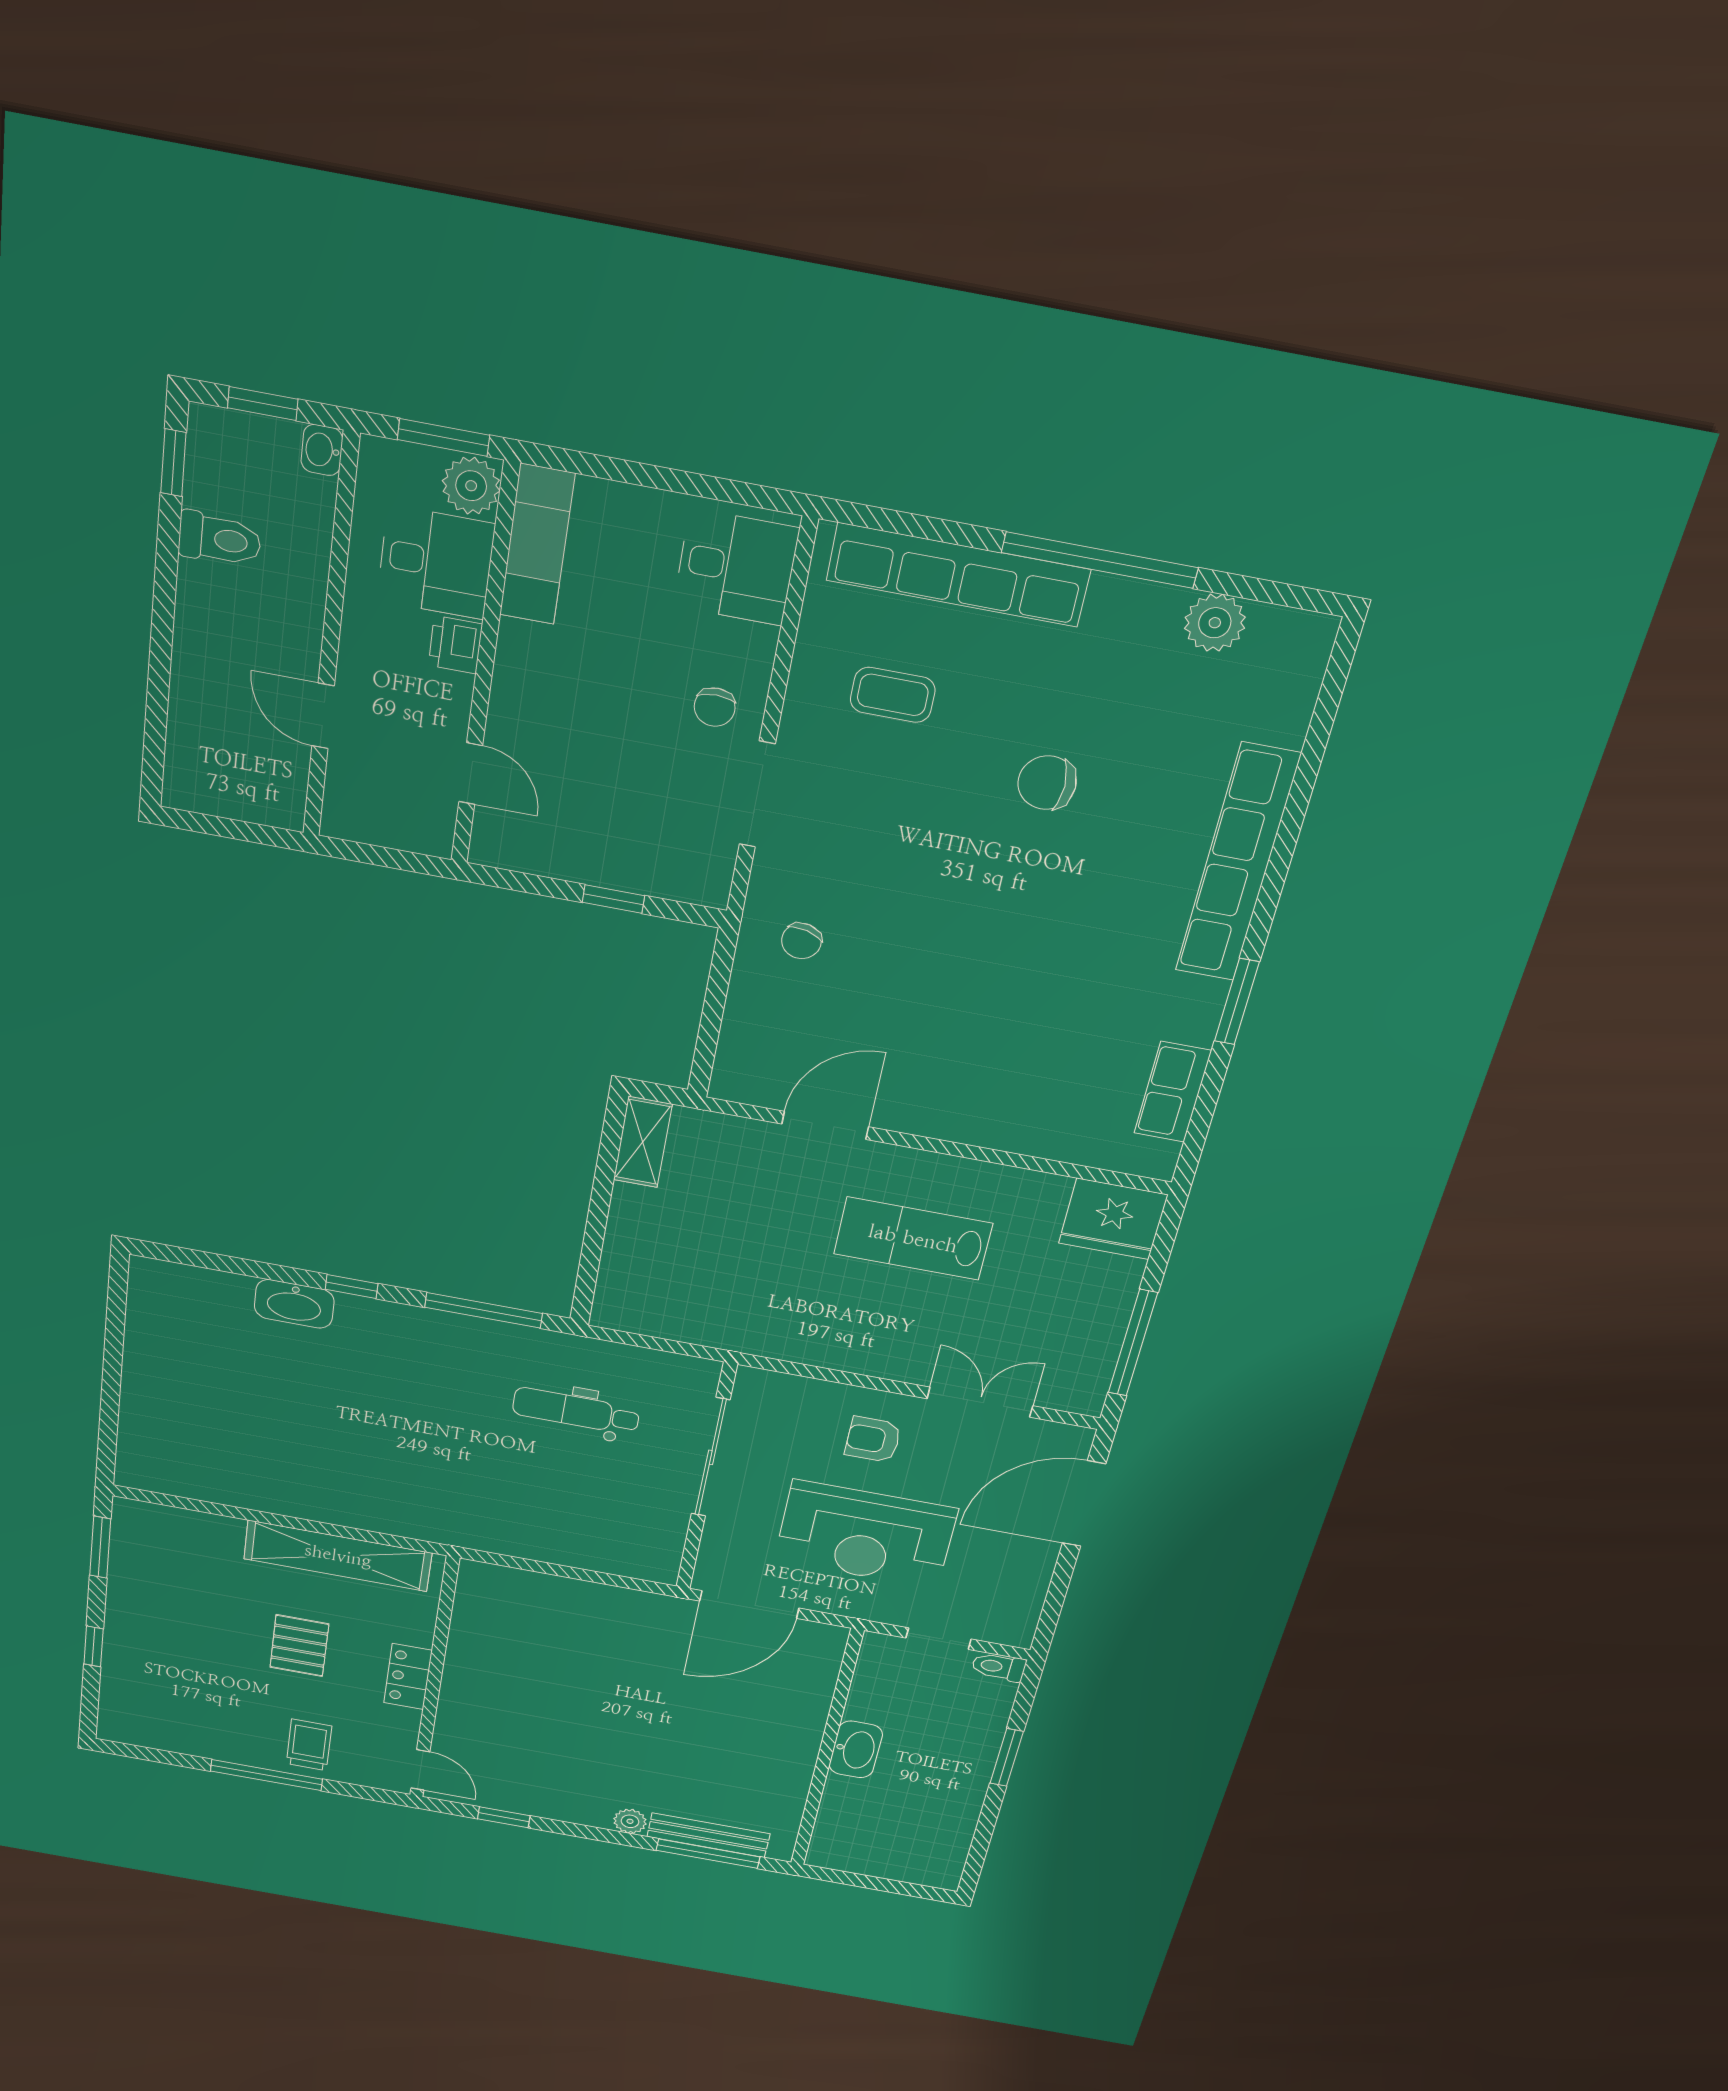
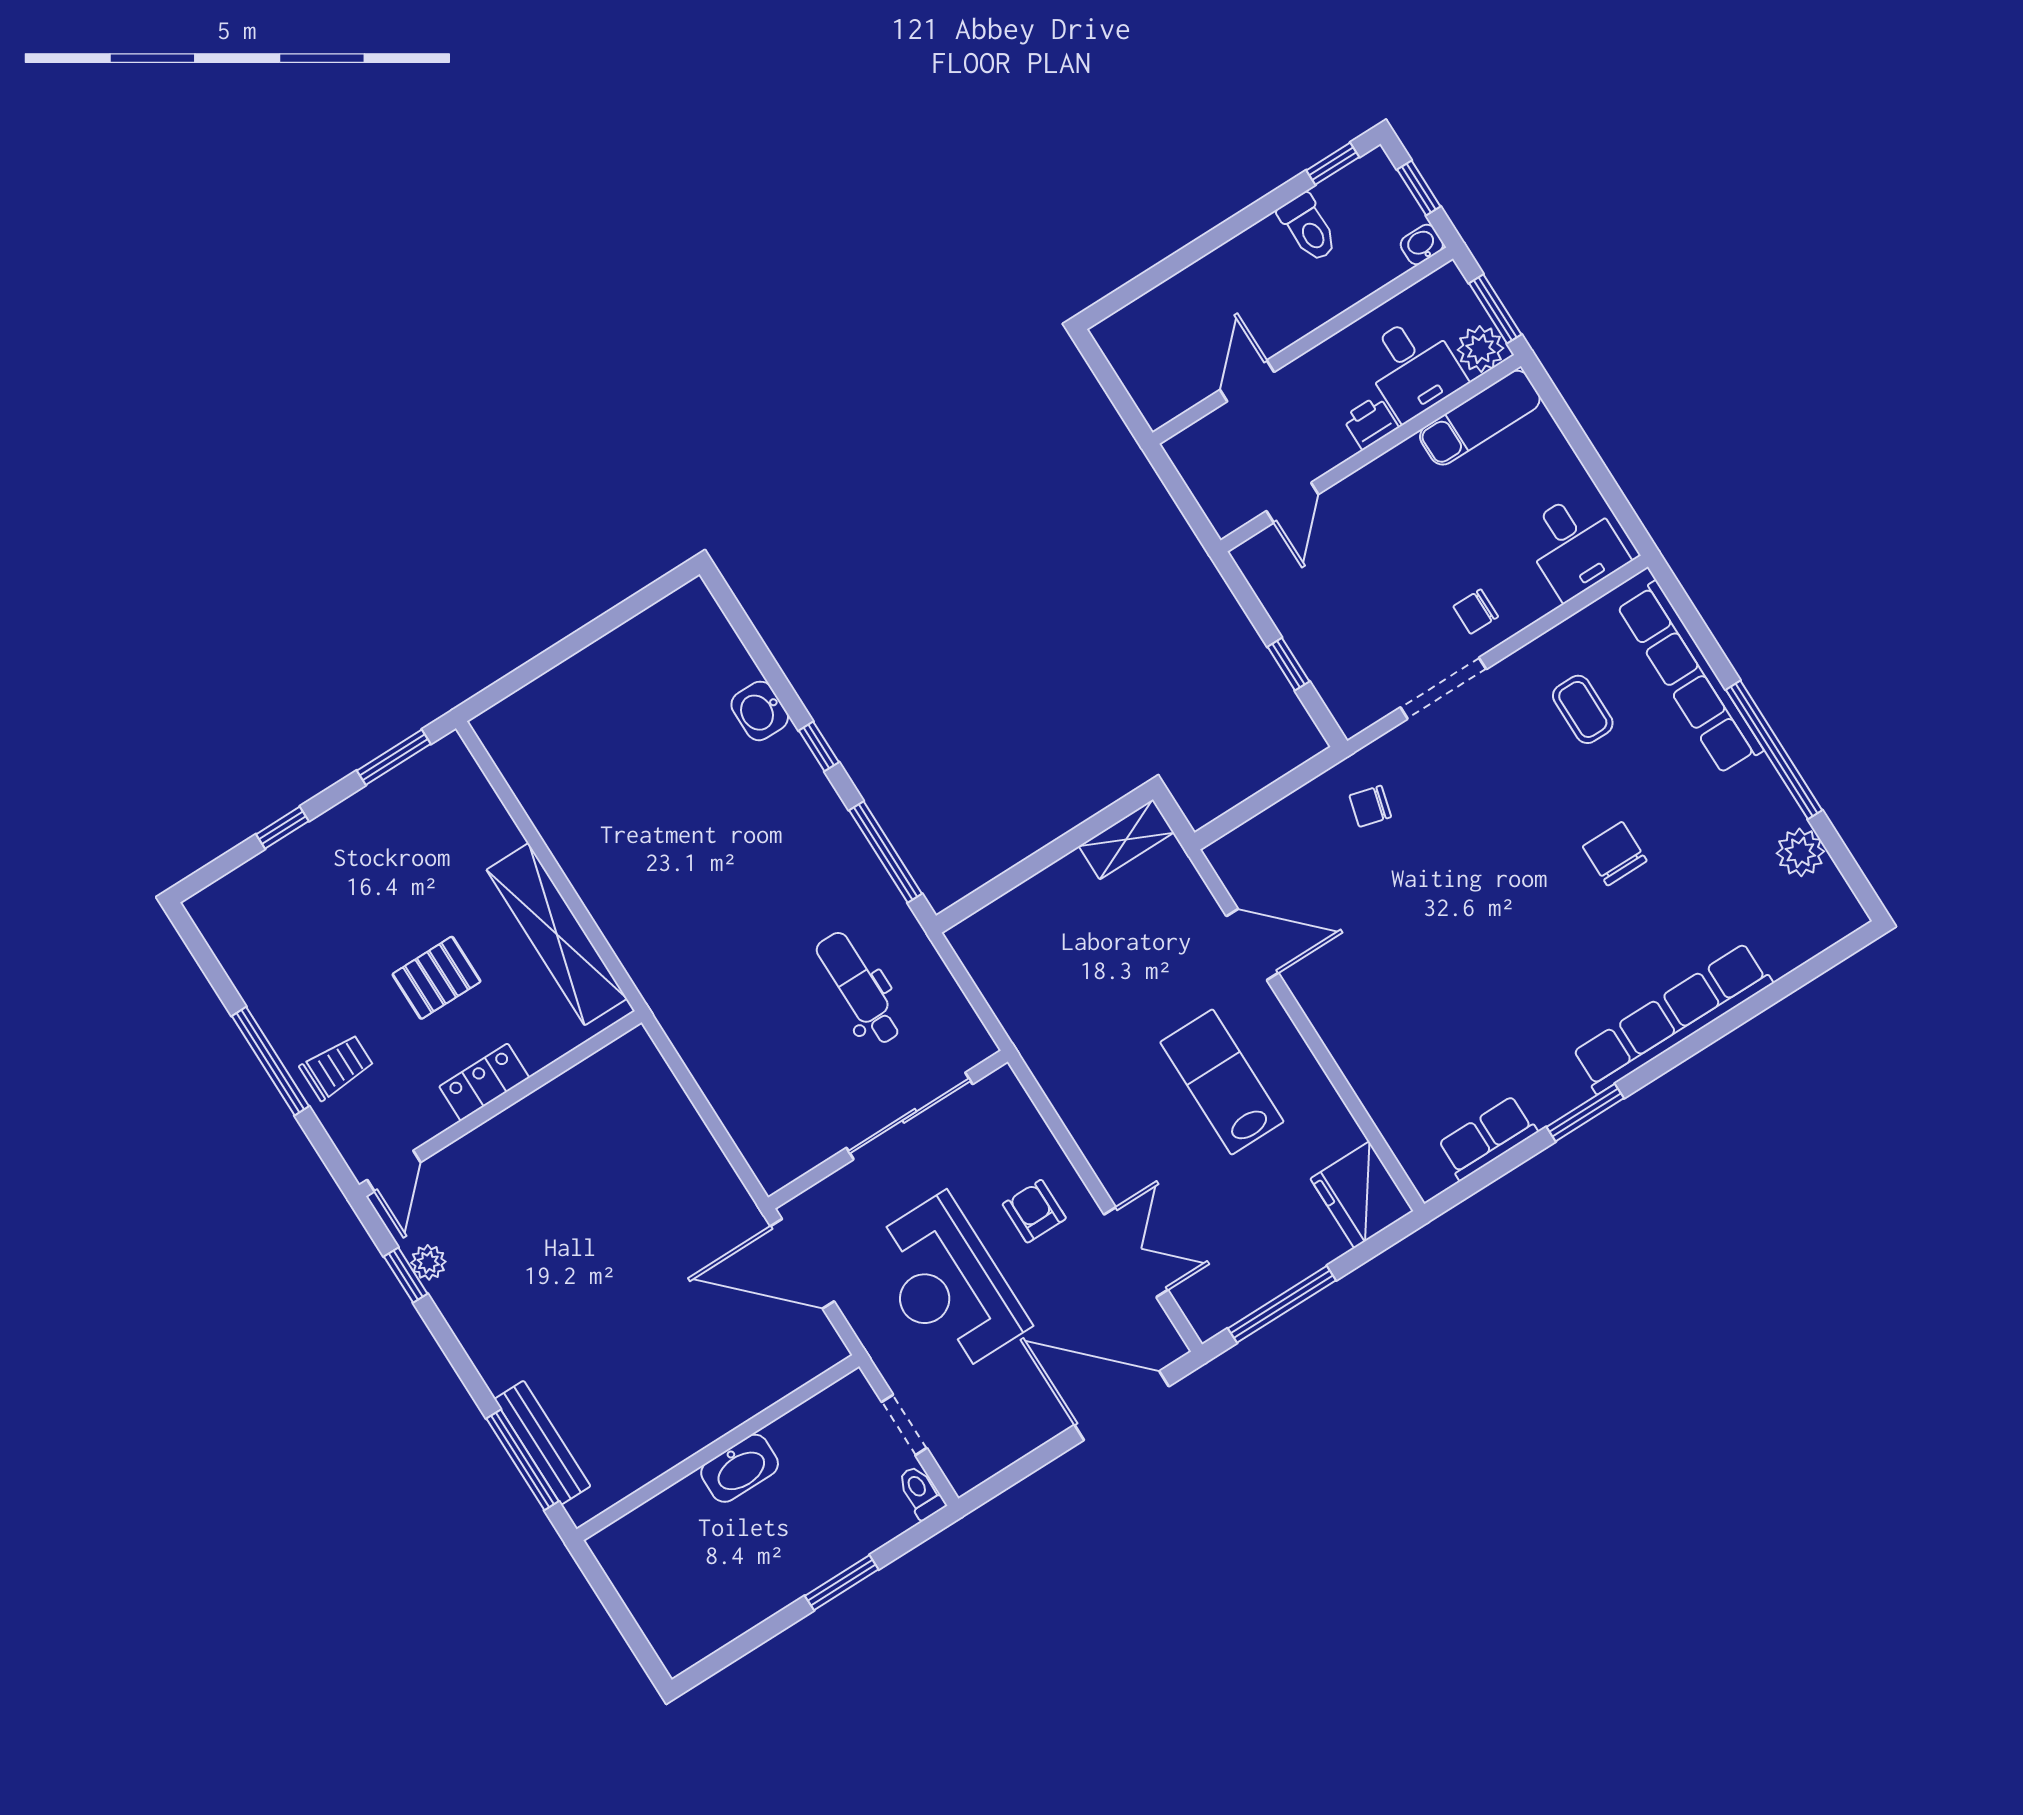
washbasin: (294, 1304) -> (760, 711), width x0.72
plant: (630, 1821) -> (428, 1262), moved

